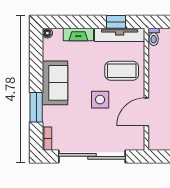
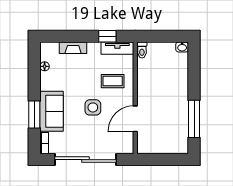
floor lamp: (47, 33) -> (45, 66), moved
tv unit: (120, 35) -> (117, 48), width x0.71
coffee table: (122, 71) -> (113, 81), width x0.73, depth x0.77
sofa: (55, 83) -> (52, 111), moved

